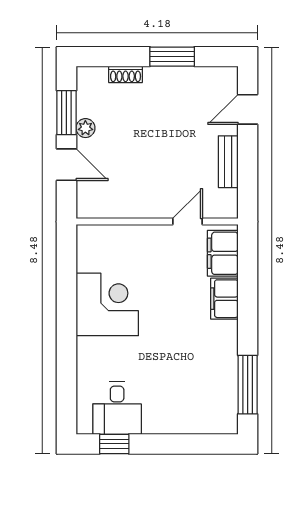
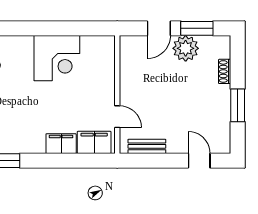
plant: (85, 128) -> (186, 48), width x1.87, depth x1.87
bench: (228, 162) -> (147, 146), moved

